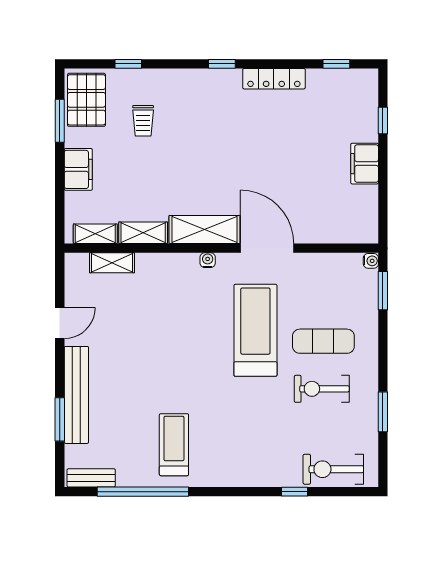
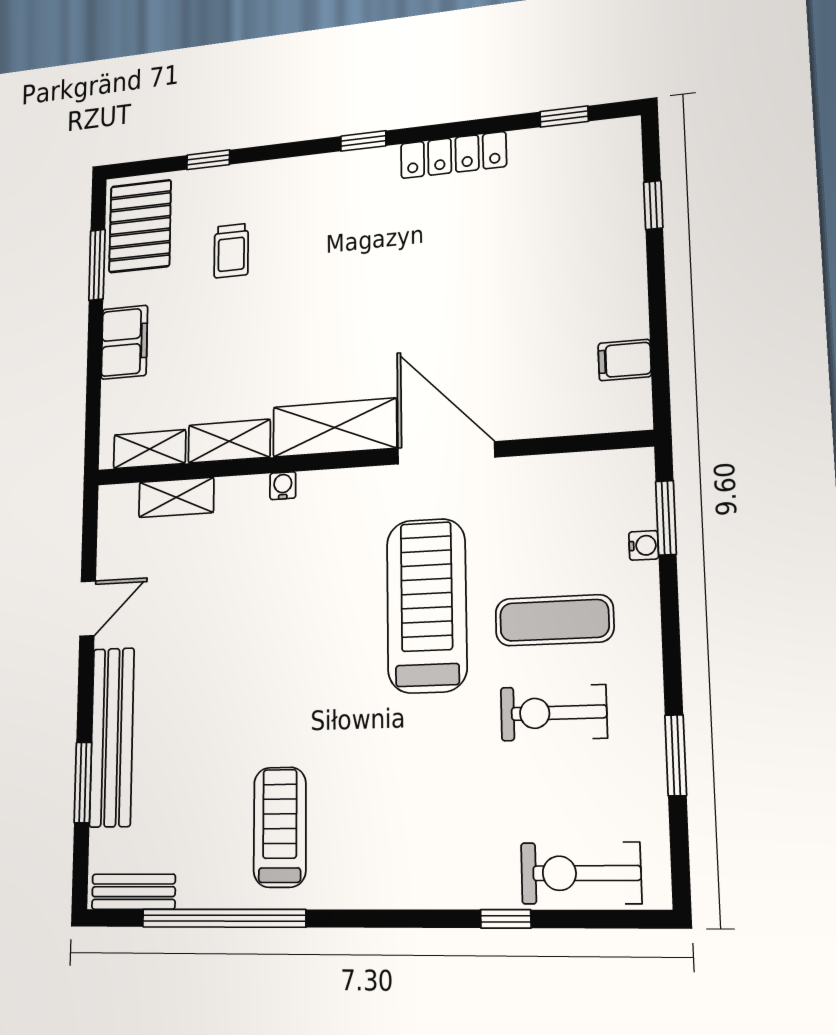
filing cabinet: (365, 164) -> (625, 360), moved, width x0.50
water cooler: (208, 260) -> (283, 486), moved
water cooler: (371, 261) -> (644, 545), moved

